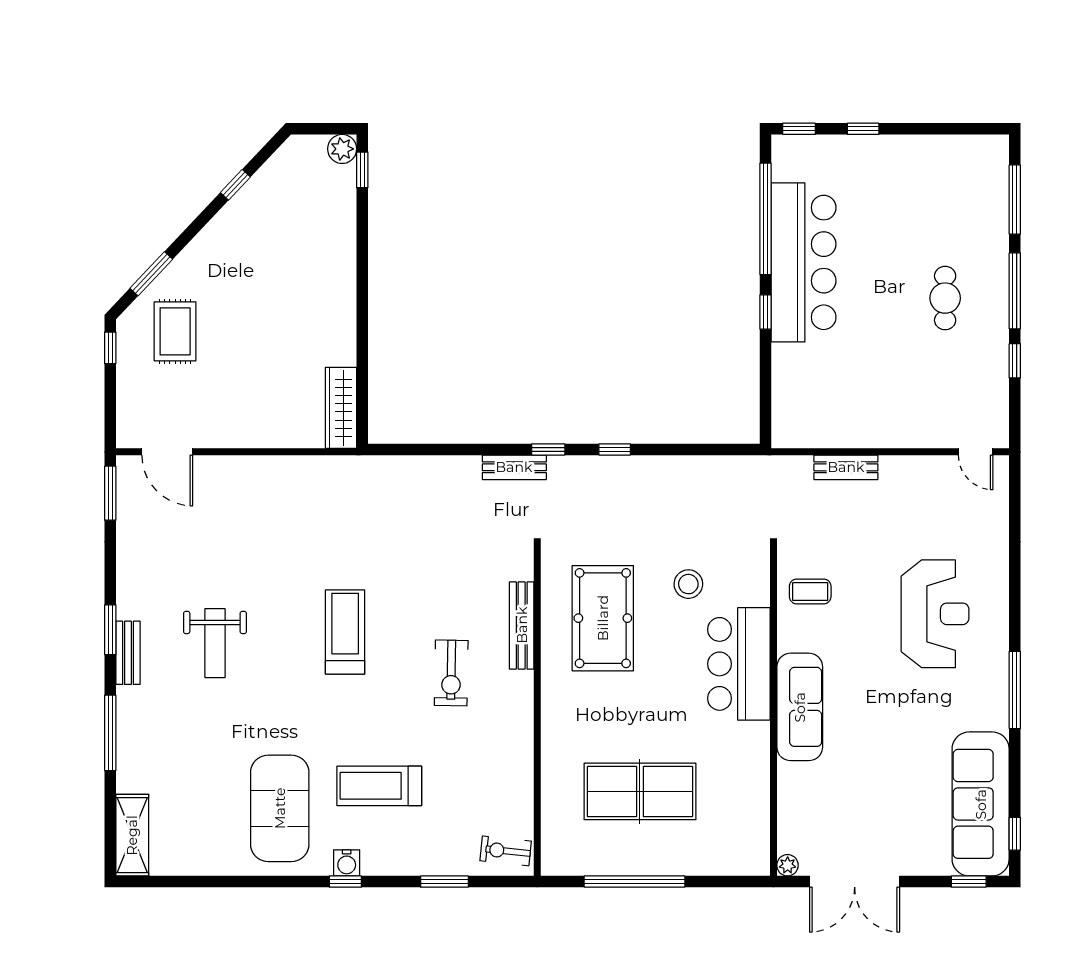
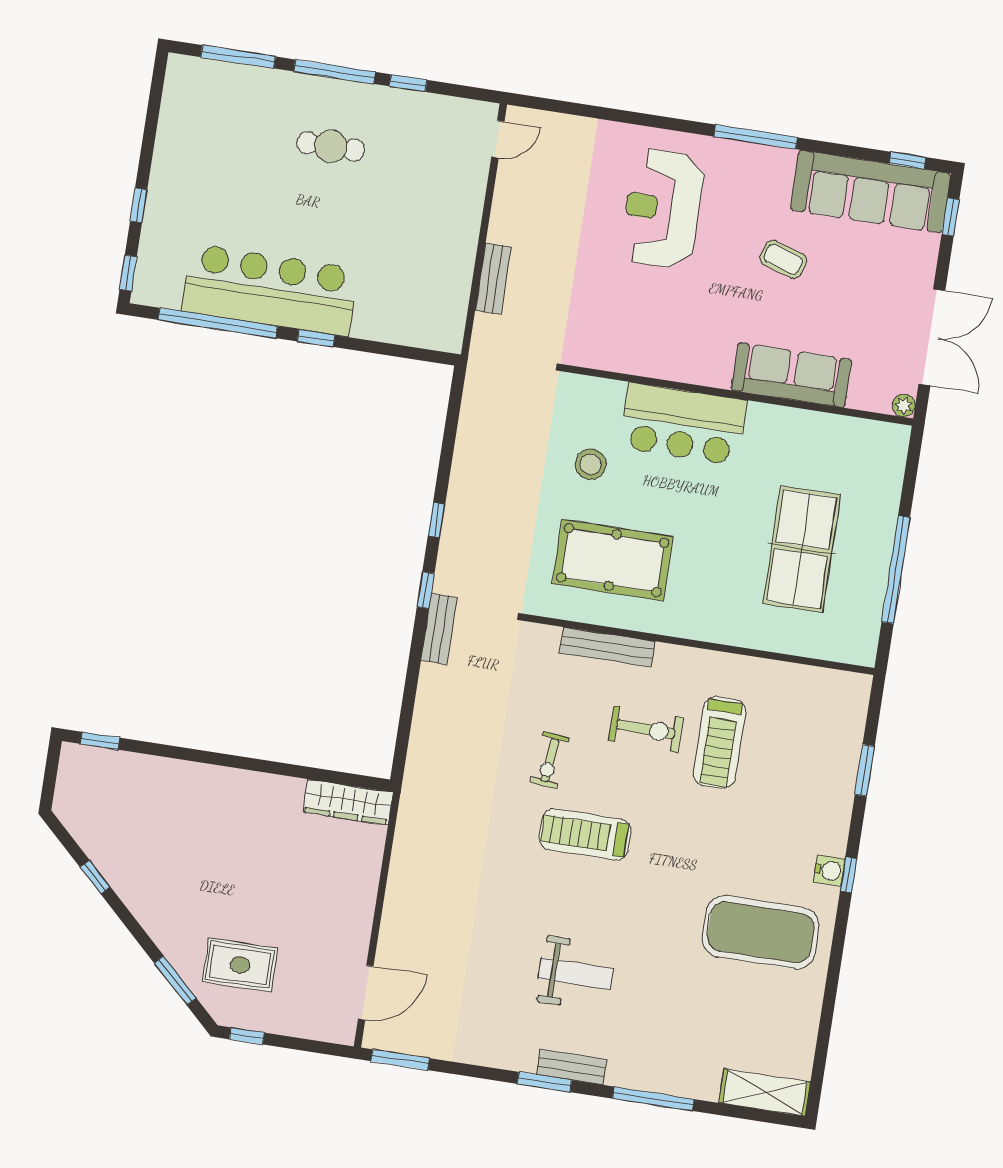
plant: (342, 149) -> (75, 759), removed
coffee table: (810, 591) -> (783, 259), moved, turned -73
reception desk: (935, 614) -> (662, 209), turned -90
sofa: (800, 707) -> (791, 375), moved
treadmill: (379, 786) -> (719, 742), moved
exercise bike: (506, 851) -> (550, 760), moved

